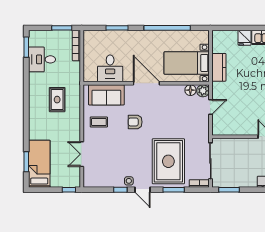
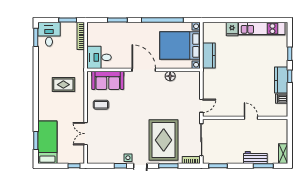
desk: (42, 59) -> (49, 34), moved, turned 90
bed with nightstands: (187, 63) -> (180, 45), width x1.36
desk: (110, 68) -> (99, 57), moved, turned 90
floor lamp: (190, 90) -> (170, 76), moved
plant: (203, 91) -> (195, 77), removed
rug: (57, 100) -> (63, 85), turned 90
door: (210, 107) -> (201, 106), moved
armchair: (135, 122) -> (134, 105), removed

